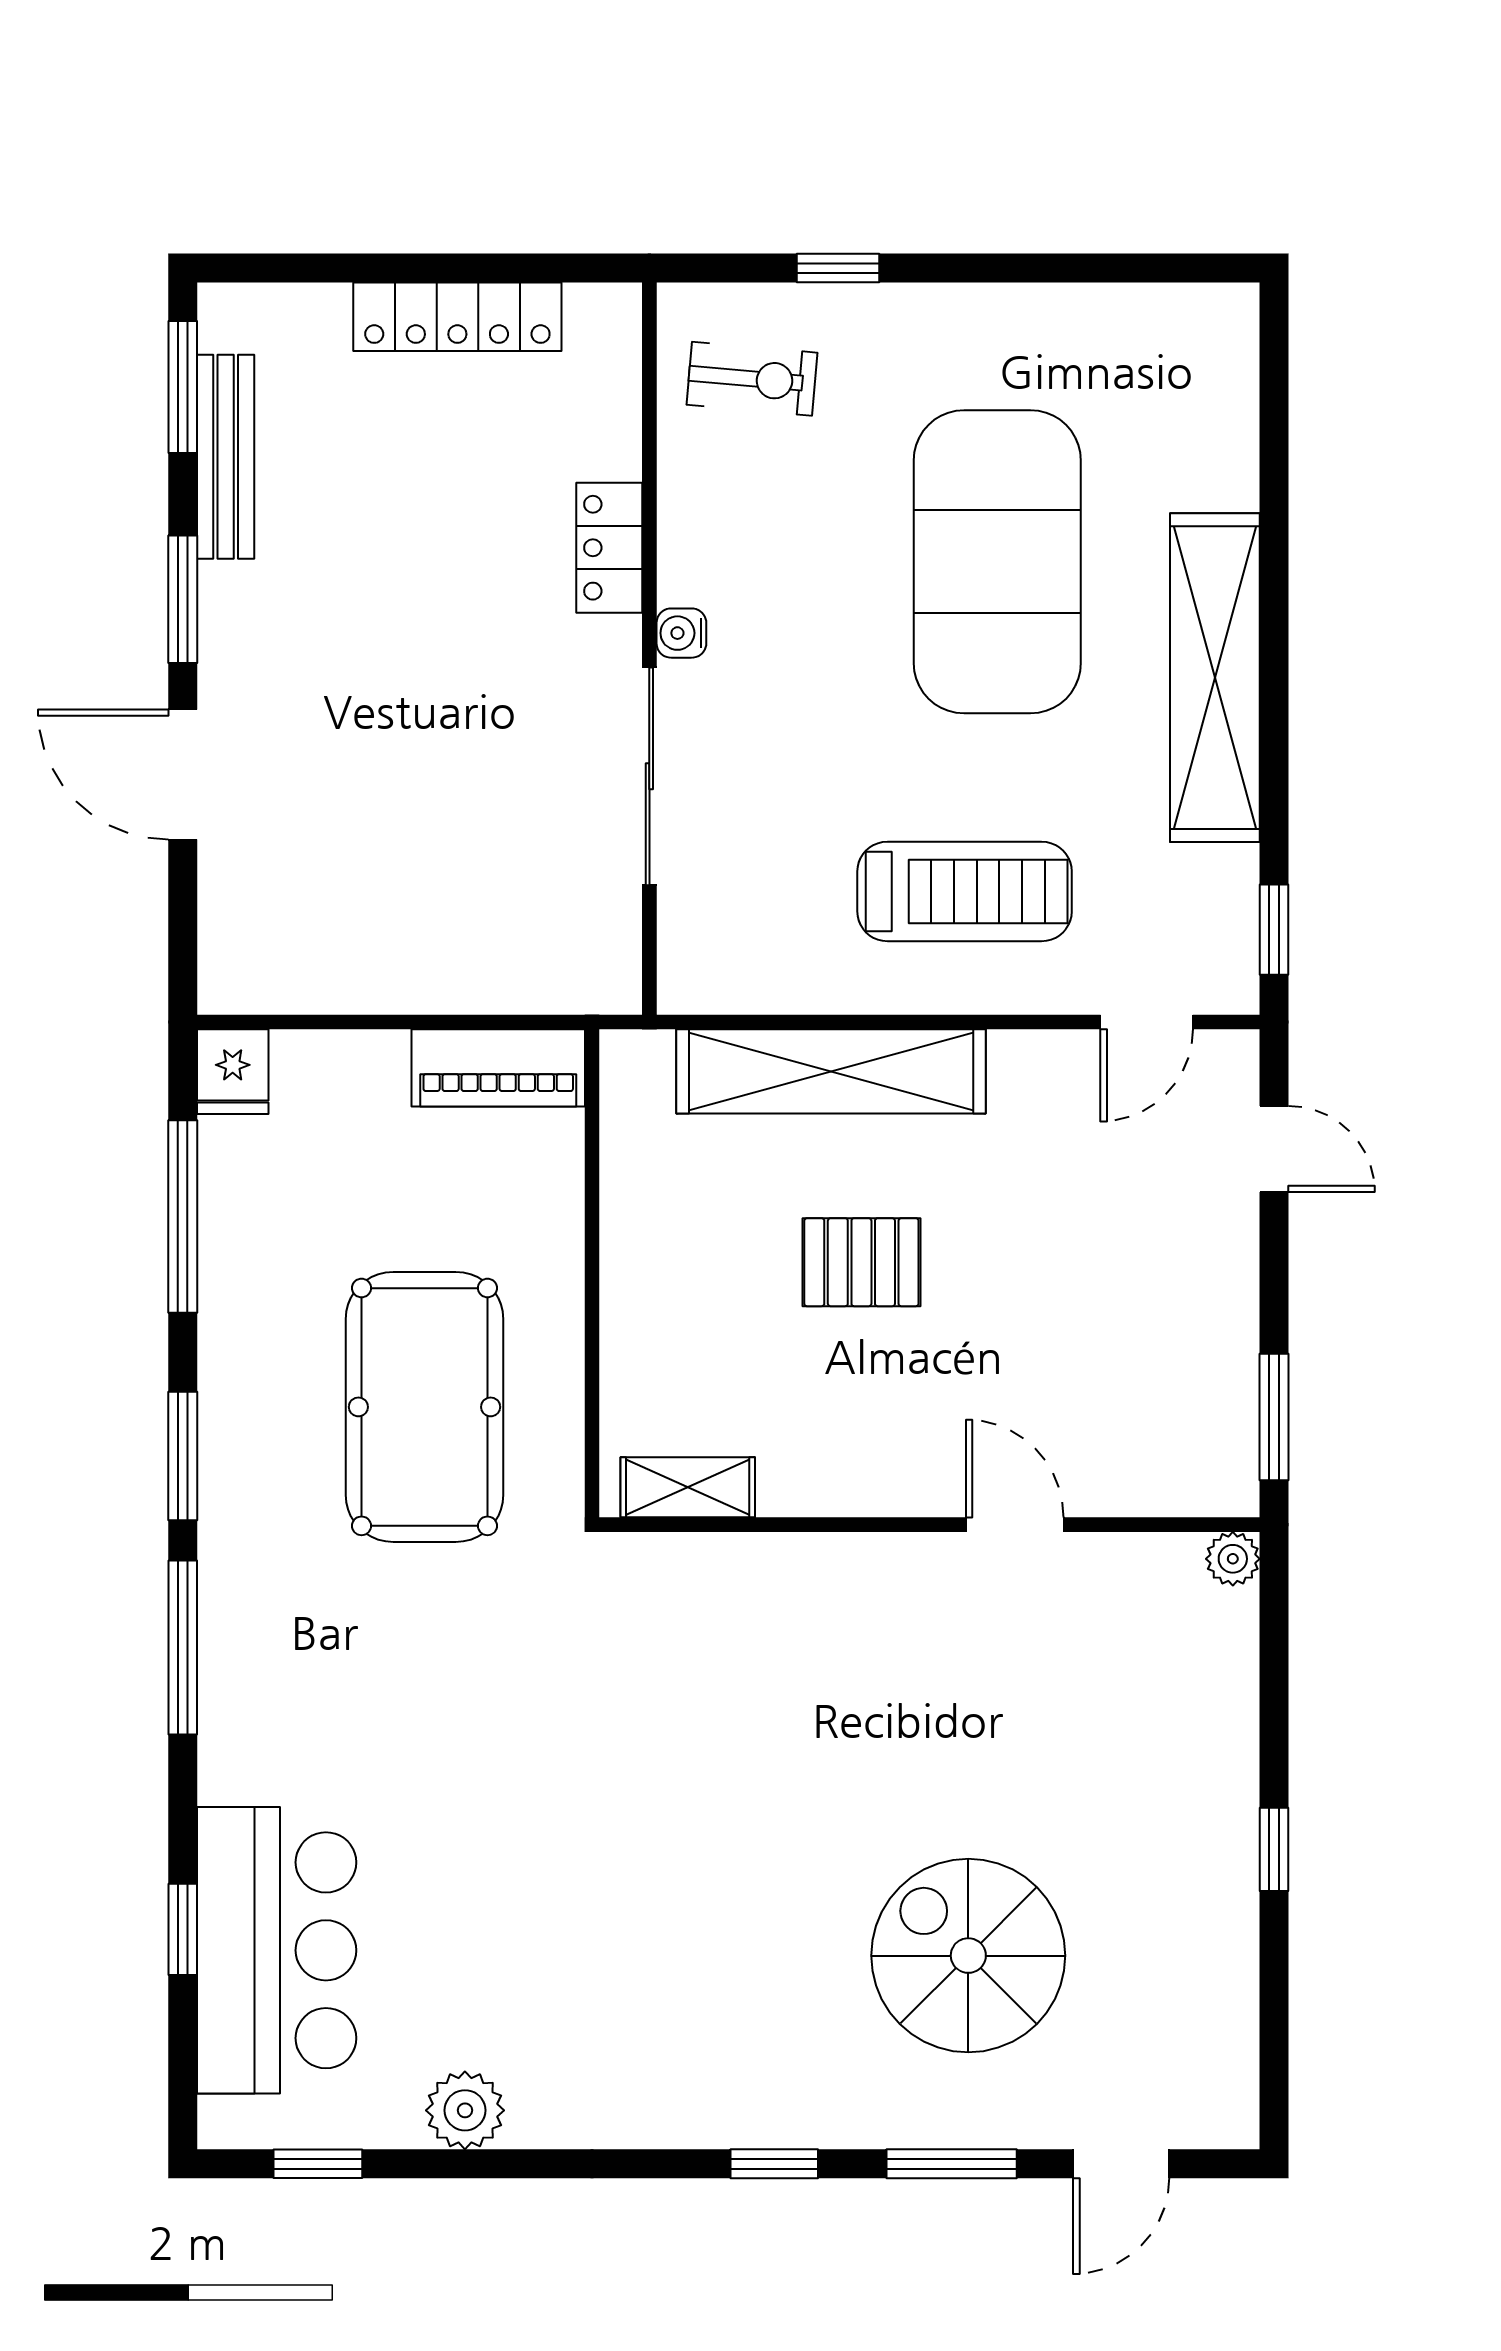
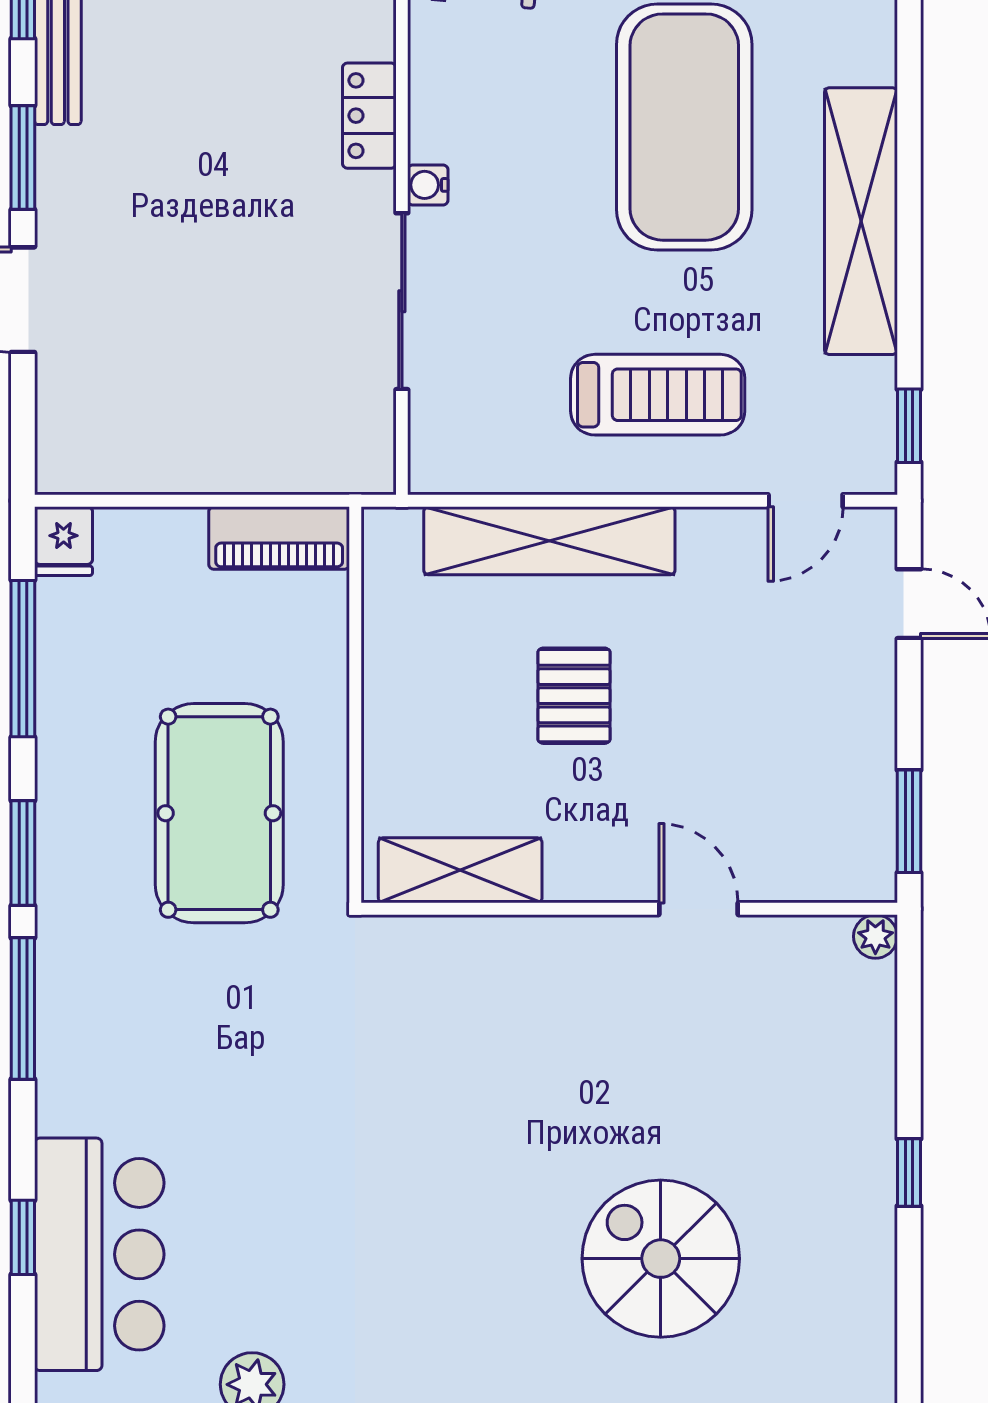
pallet: (861, 1262) -> (574, 696), turned 90
shelving: (688, 1487) -> (460, 870), width x1.50, depth x1.33

